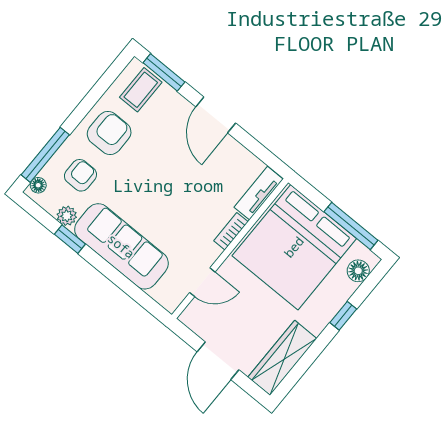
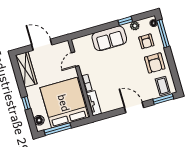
sofa: (121, 246) -> (109, 38), width x0.73

